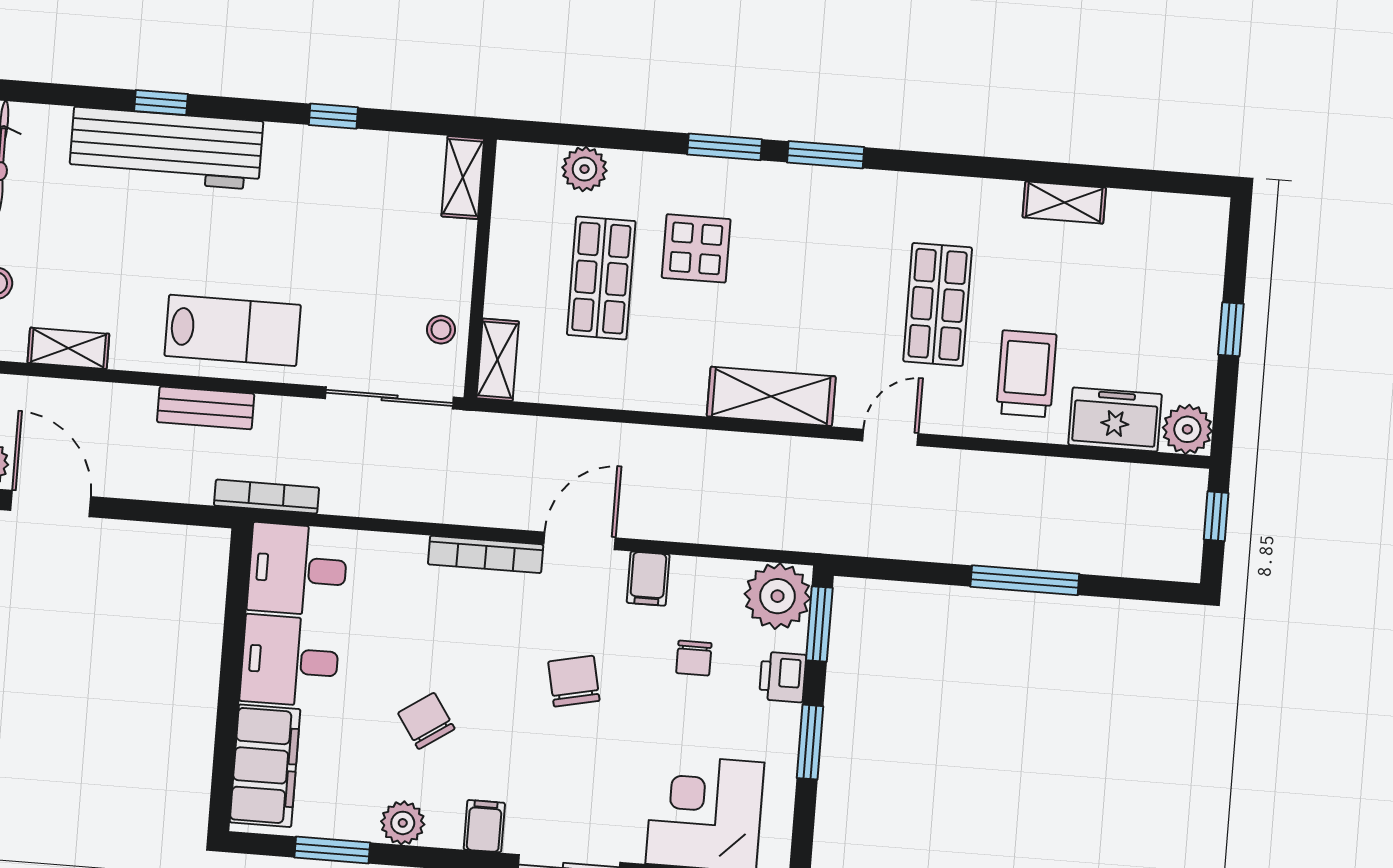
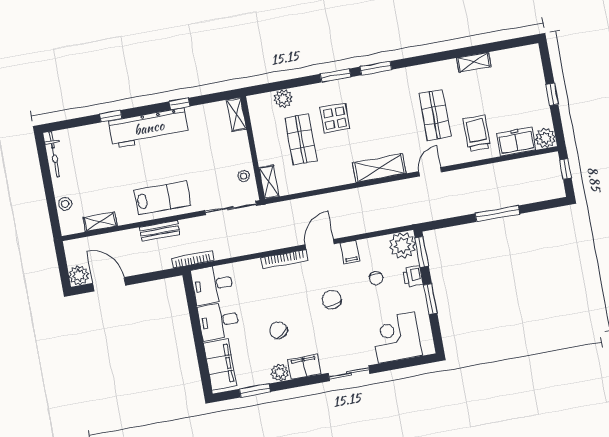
workbench: (166, 148) -> (149, 128), moved
filing cabinet: (484, 826) -> (304, 367), width x2.00

